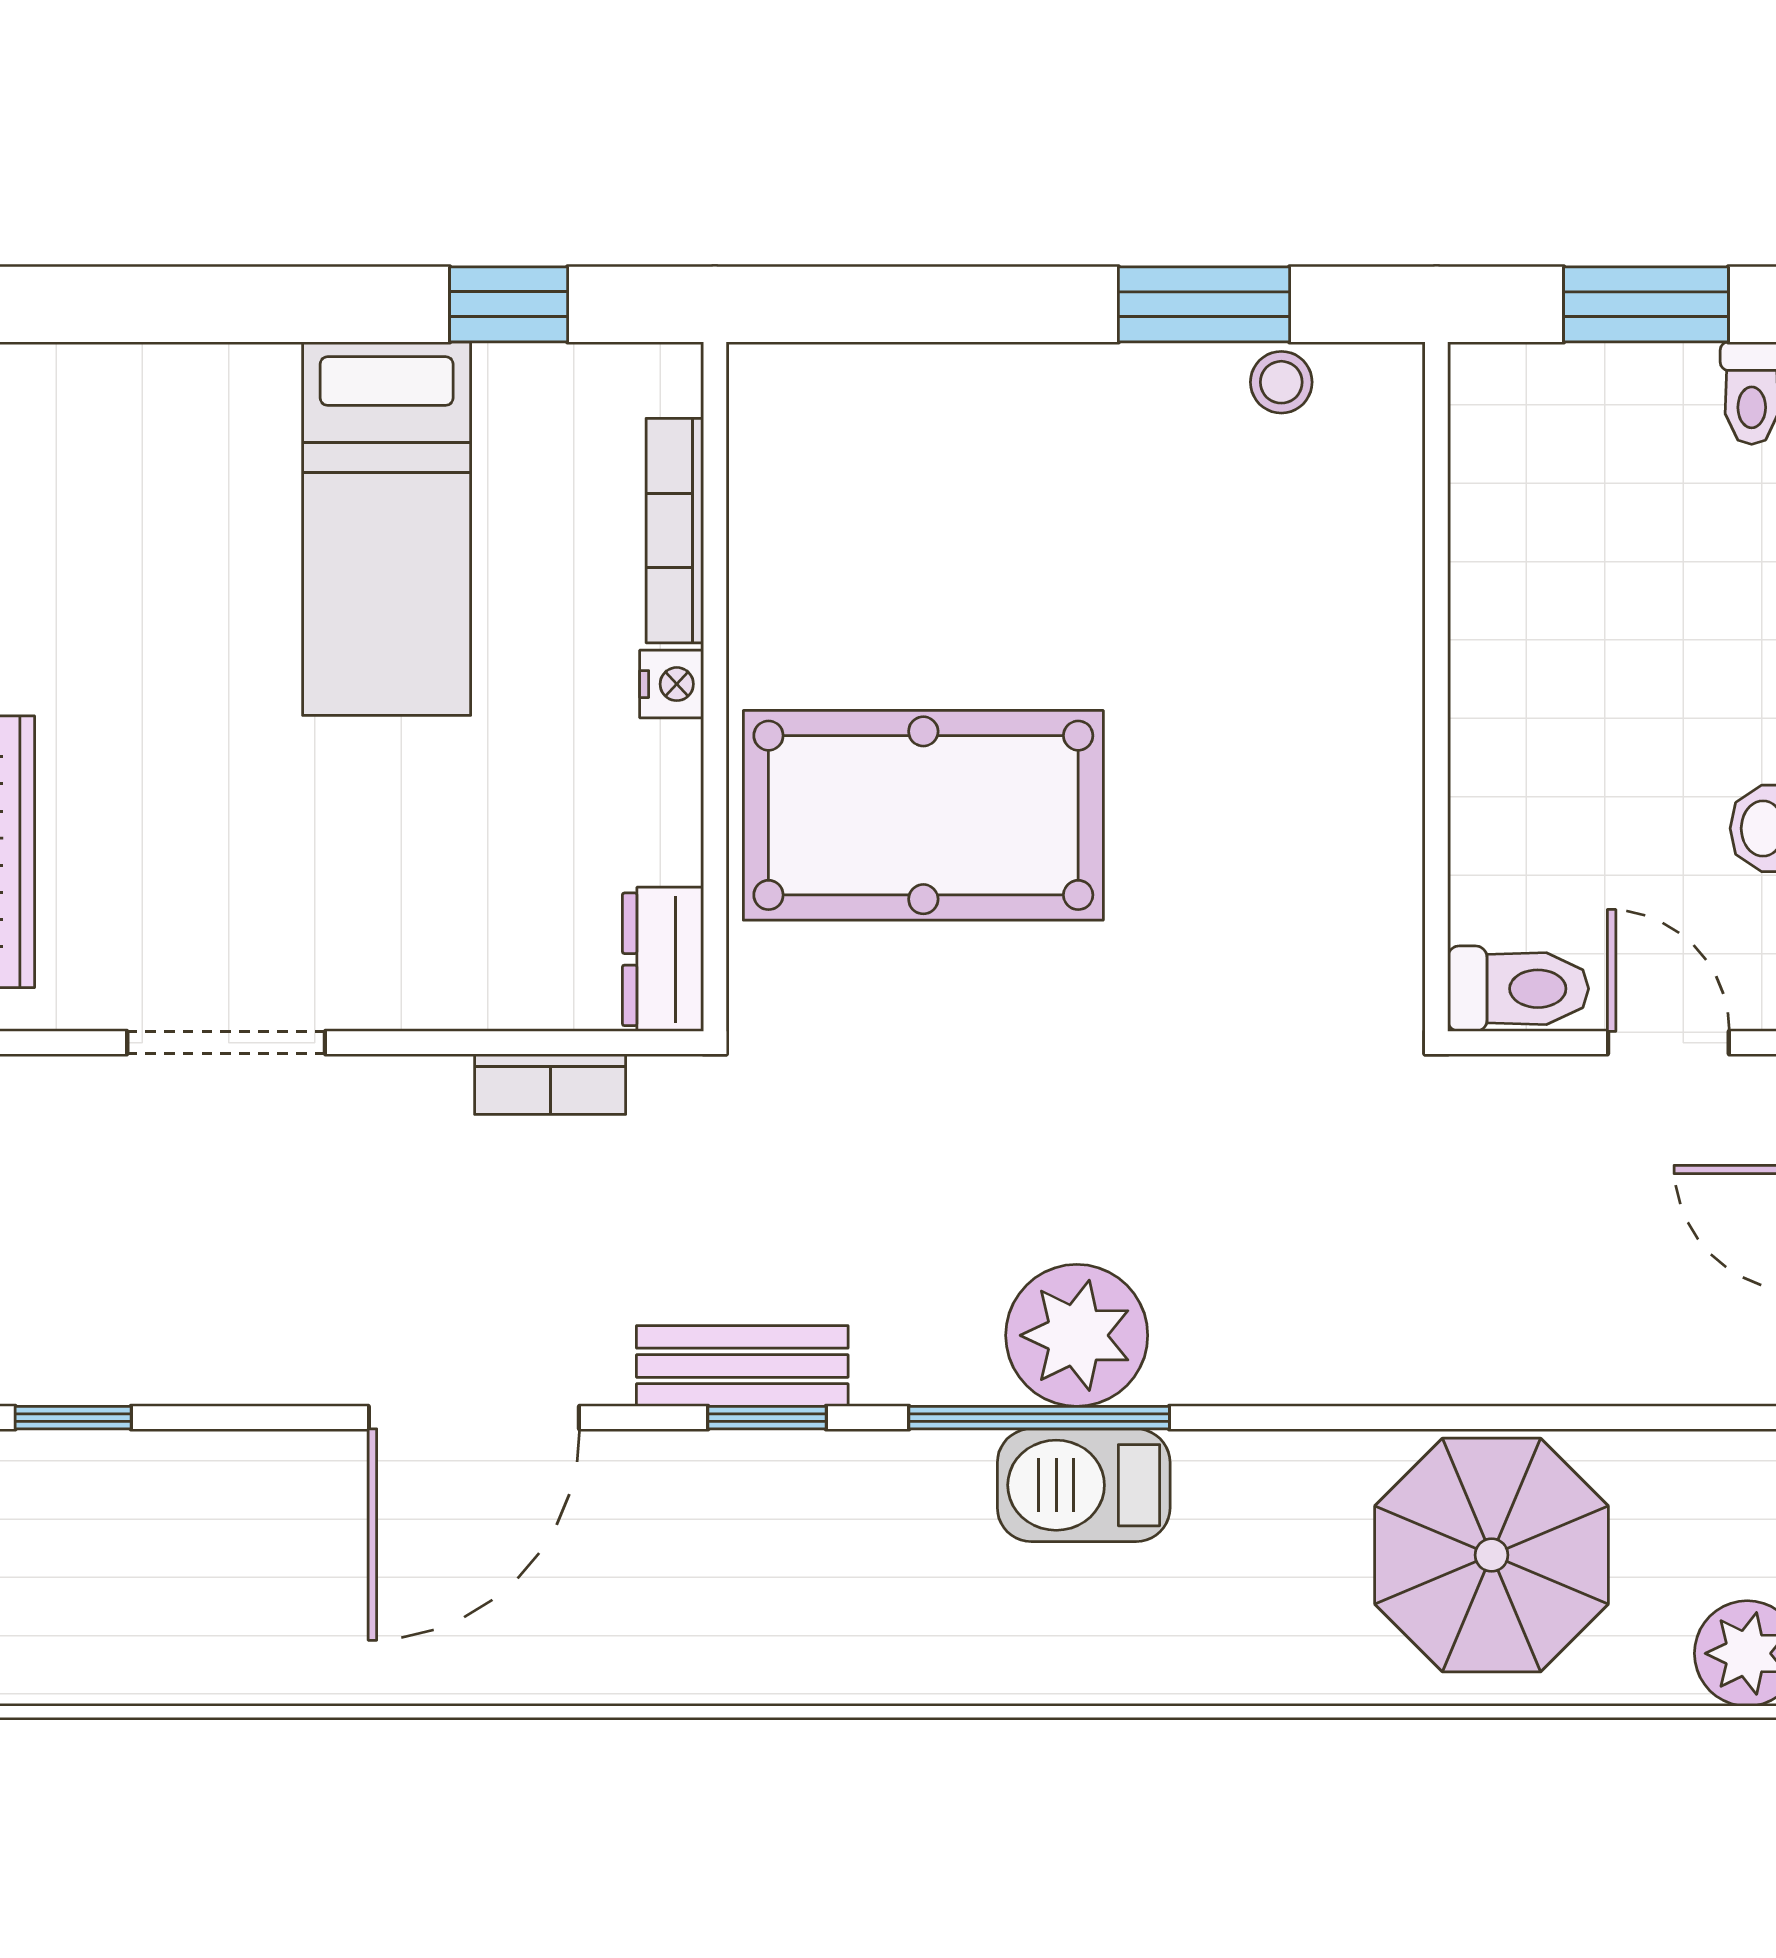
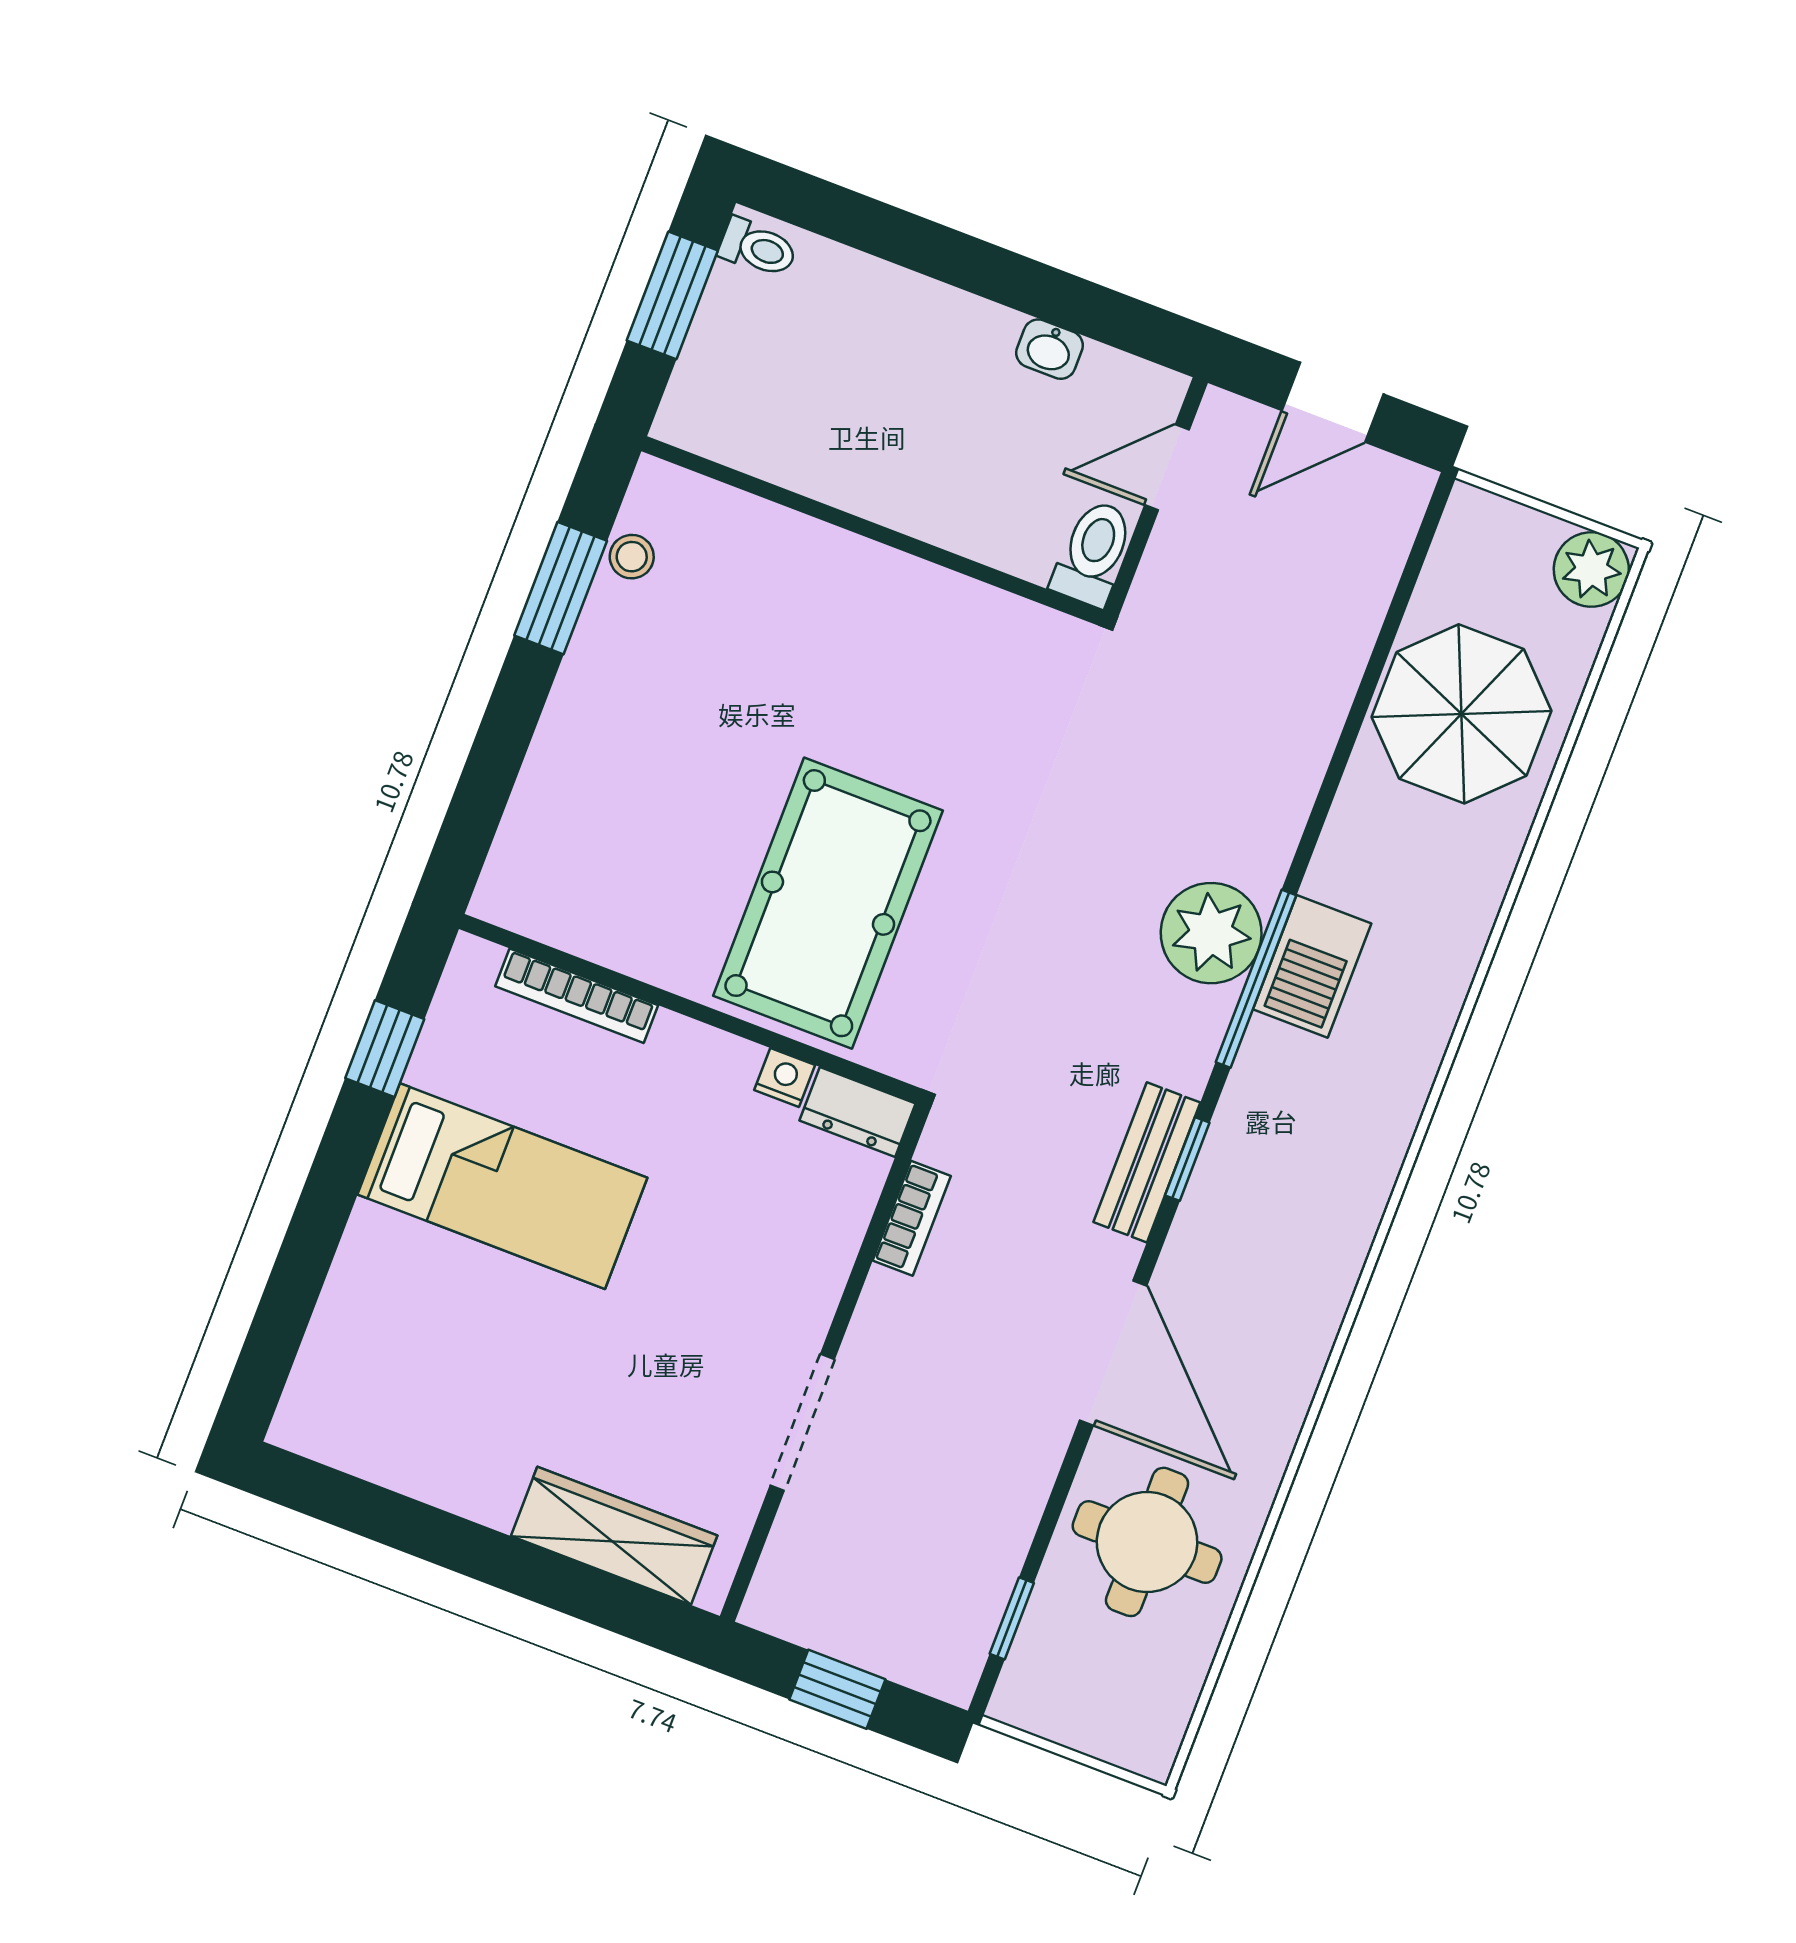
nightstand: (672, 684) -> (785, 1078), moved
round table: (242, 1557) -> (1147, 1542), added

